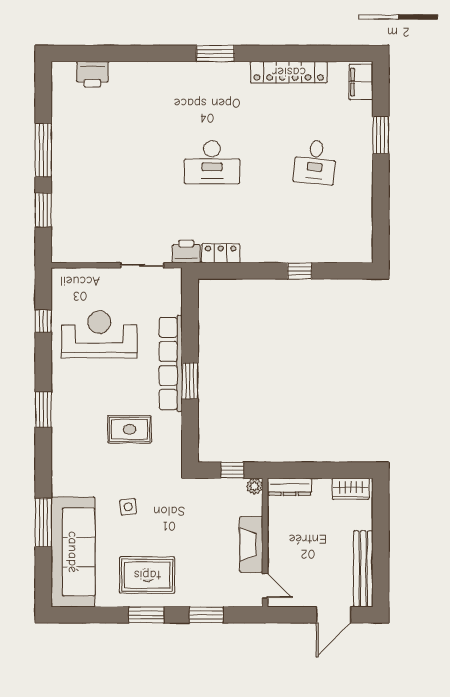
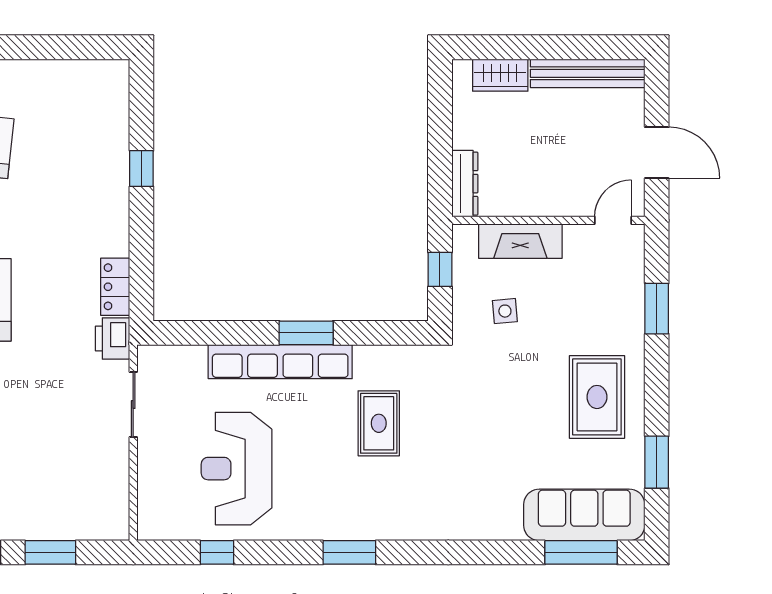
plant: (255, 486) -> (464, 236), removed
wardrobe: (351, 489) -> (500, 75), moved, turned 90
side table: (128, 507) -> (505, 311), moved
window: (43, 522) -> (581, 552), moved
fireplace: (251, 544) -> (520, 241), moved
sofa: (73, 552) -> (584, 515), width x0.74, depth x0.79
window: (146, 615) -> (657, 462), moved
door: (334, 615) -> (657, 153), moved

